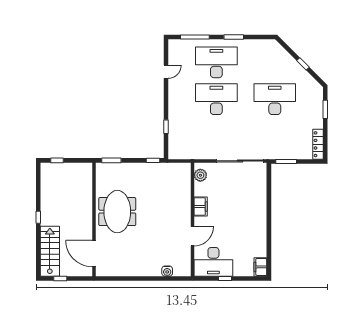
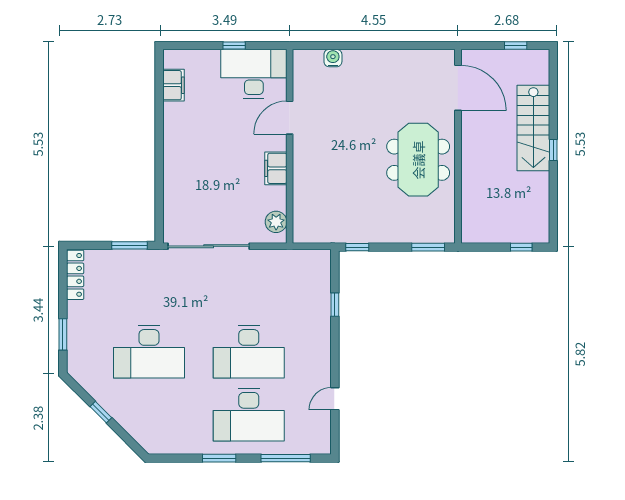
stairs: (50, 251) -> (533, 128), moved
filing cabinet: (260, 267) -> (174, 85), moved

